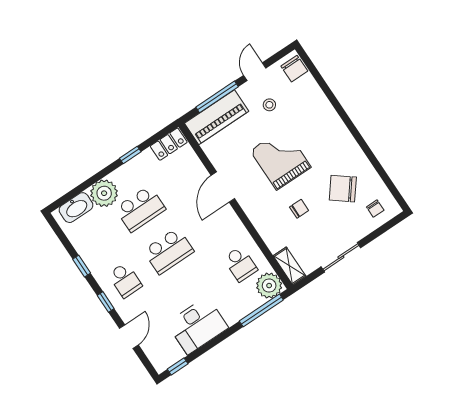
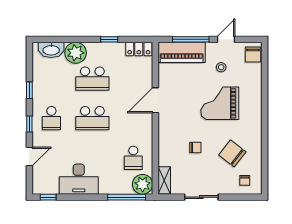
grand piano: (281, 159) -> (220, 103), moved, turned -90

